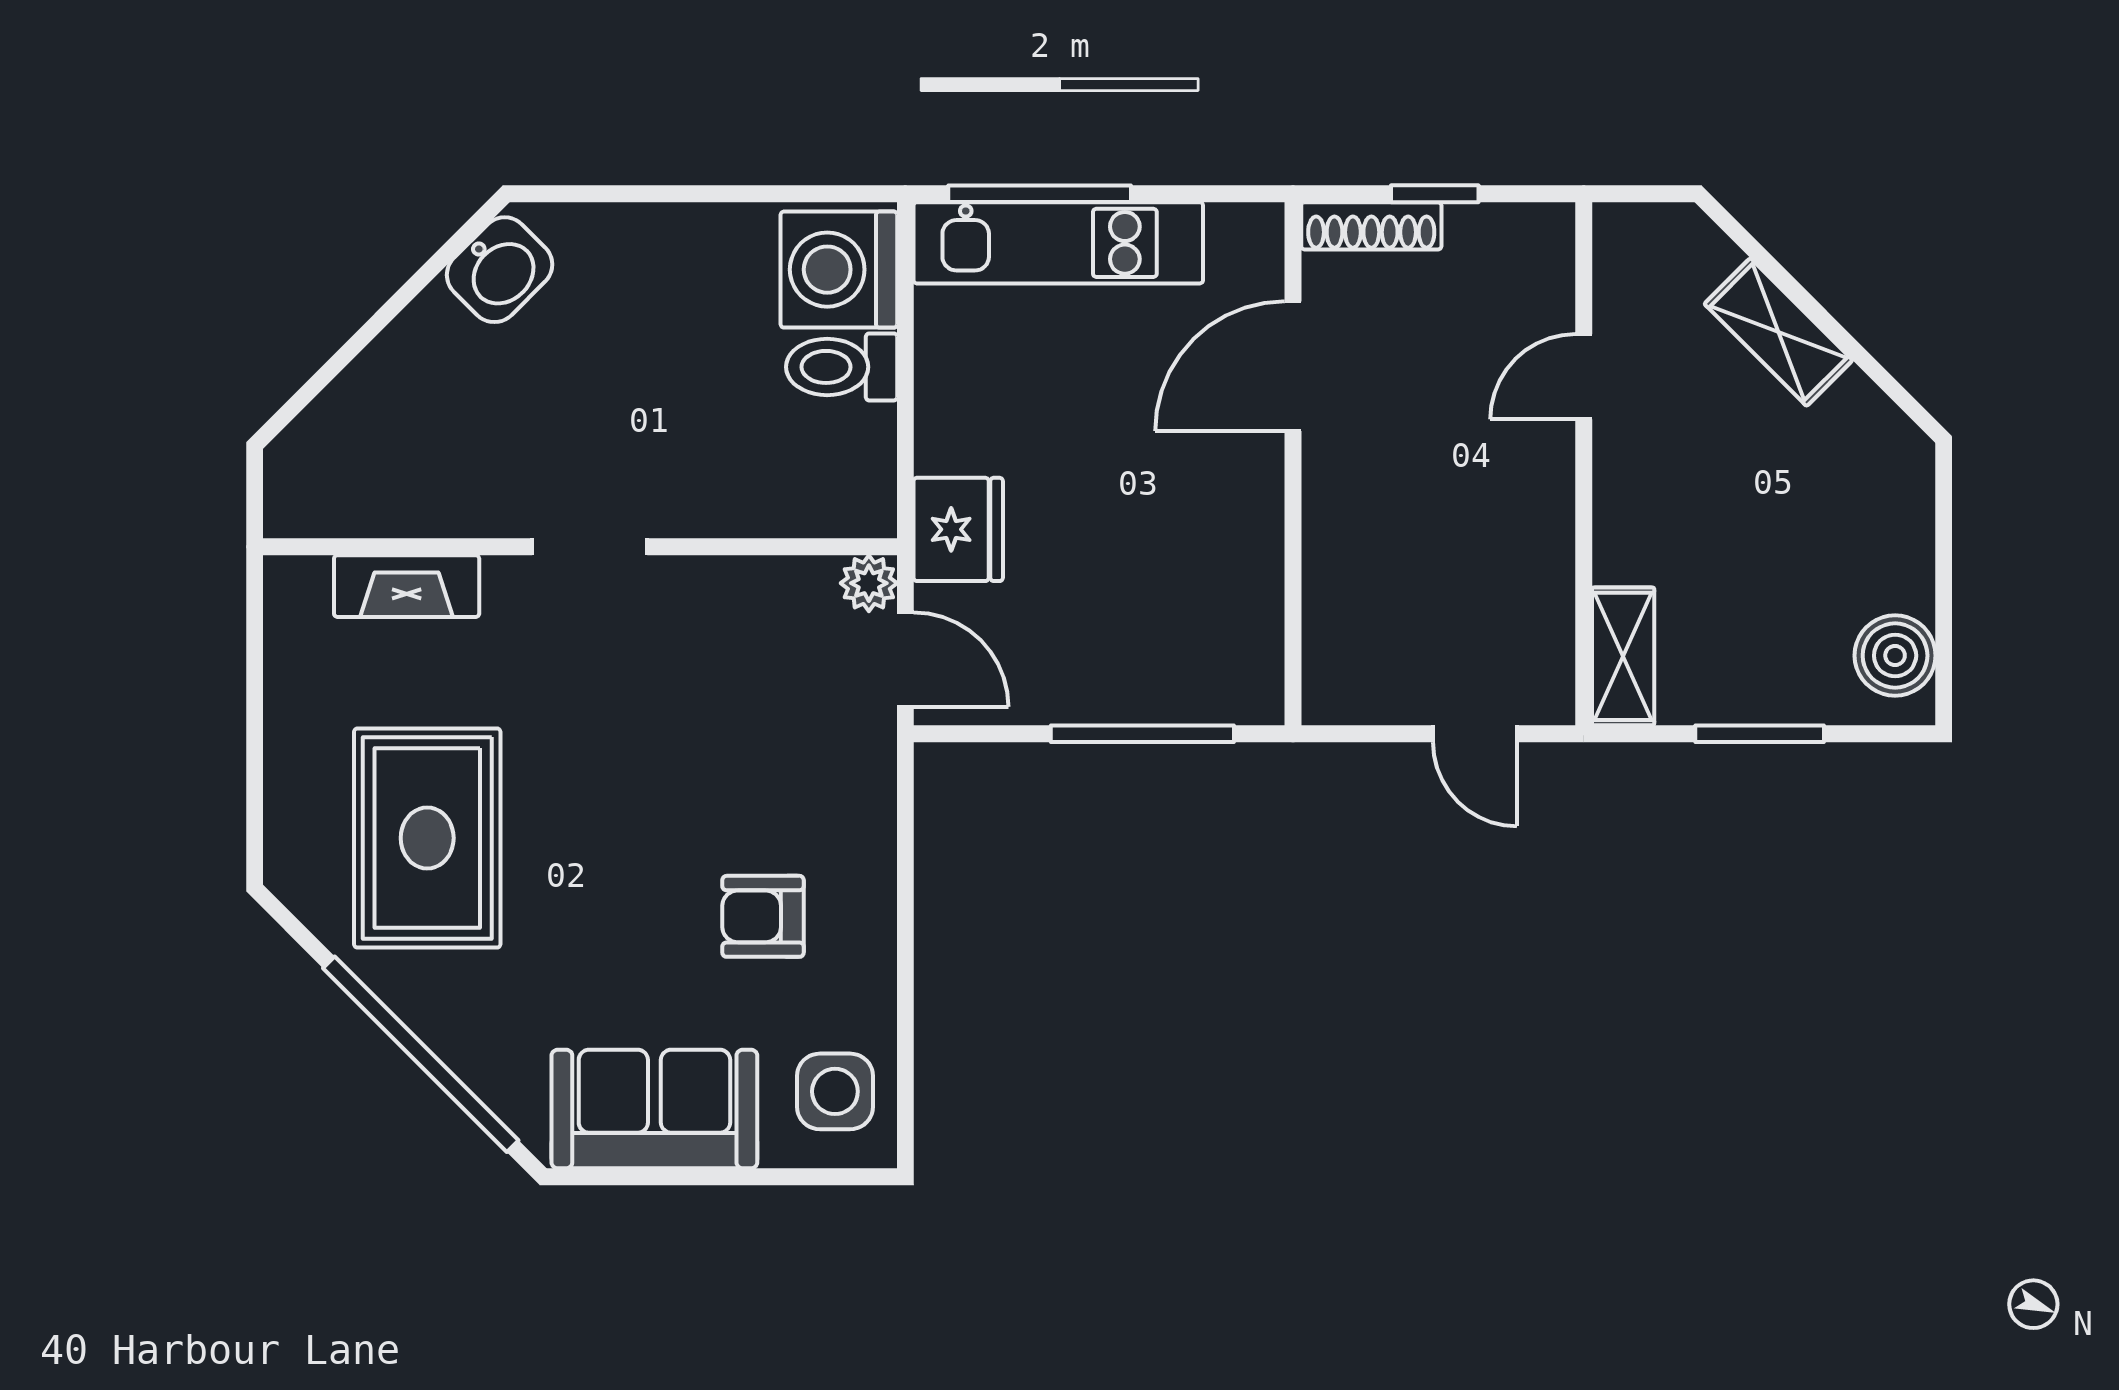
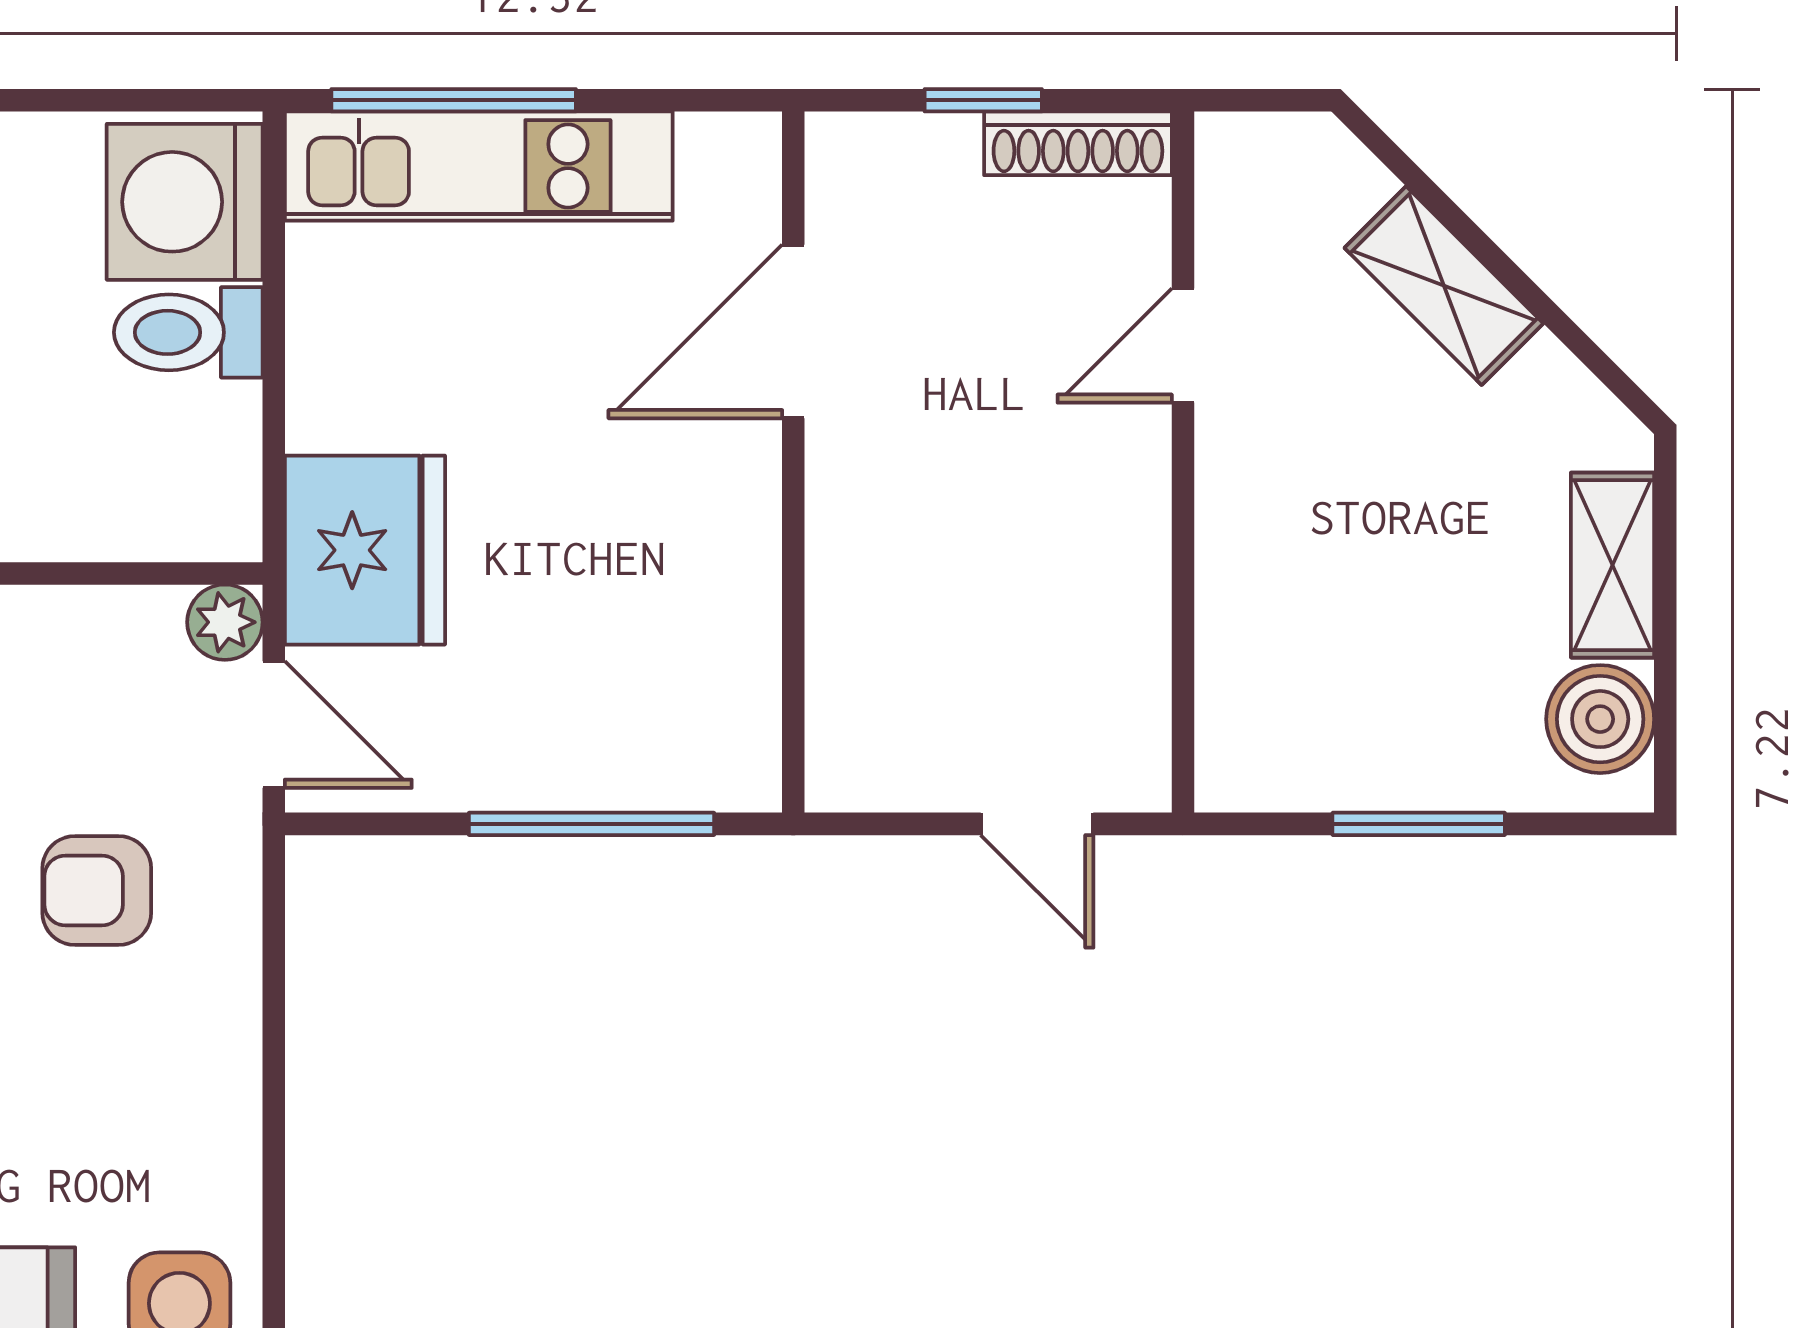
shoe rack: (1371, 226) -> (1078, 143), moved
fridge: (958, 529) -> (365, 550), width x1.36, depth x1.34
shelving: (1623, 656) -> (1613, 565), moved
armchair: (763, 916) -> (97, 890), moved

